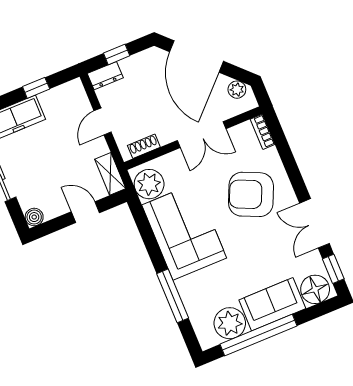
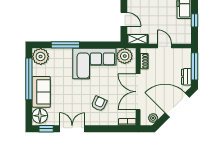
window: (117, 54) -> (194, 66), width x2.17
dresser: (105, 76) -> (186, 77), moved
double door: (202, 135) -> (138, 92), width x1.37
armchair: (251, 194) -> (99, 104), width x0.53, depth x0.53
door: (85, 212) -> (124, 19), hinge flipped
plant: (230, 323) -> (41, 56), moved

